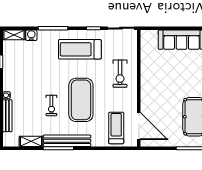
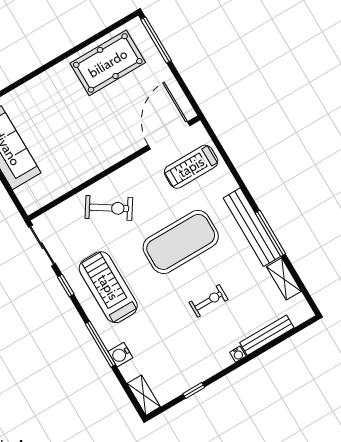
water cooler: (31, 35) -> (120, 355), moved
treadmill: (80, 49) -> (108, 287), turned 180
exercise bike: (120, 74) -> (109, 208), turned 33
exercise bike: (51, 105) -> (209, 301), moved

